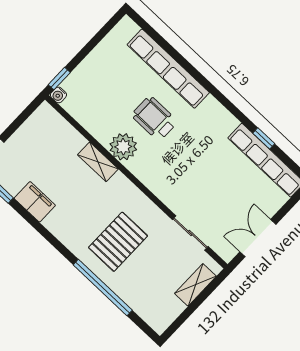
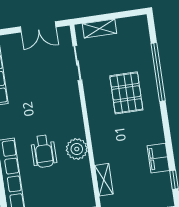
shelving: (98, 162) -> (104, 180), moved
pallet: (118, 242) -> (126, 93), turned 90

